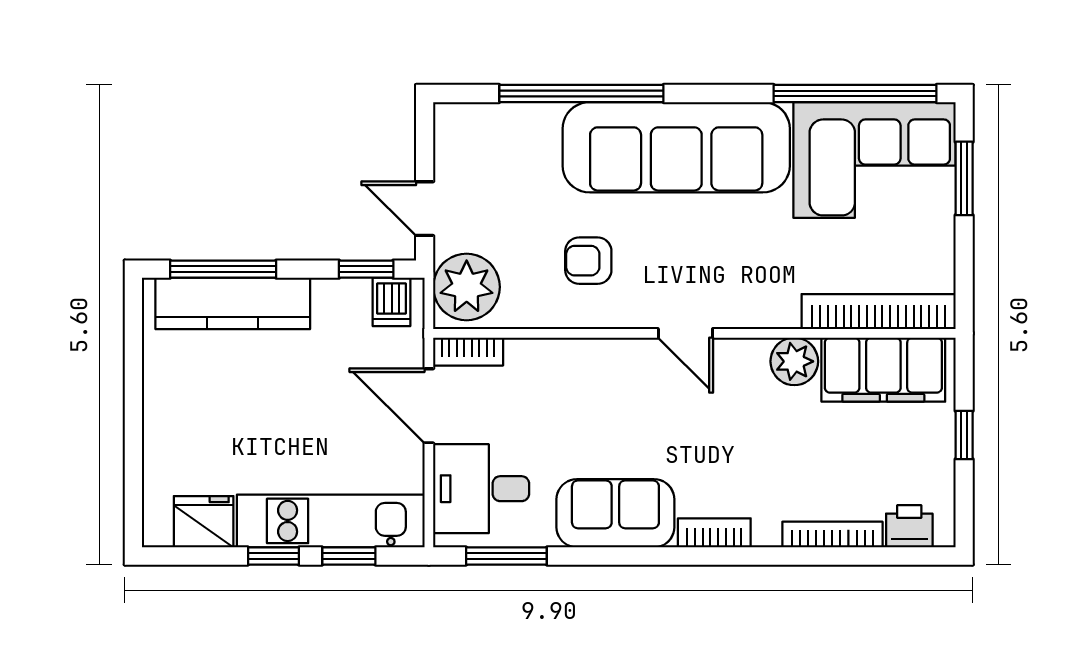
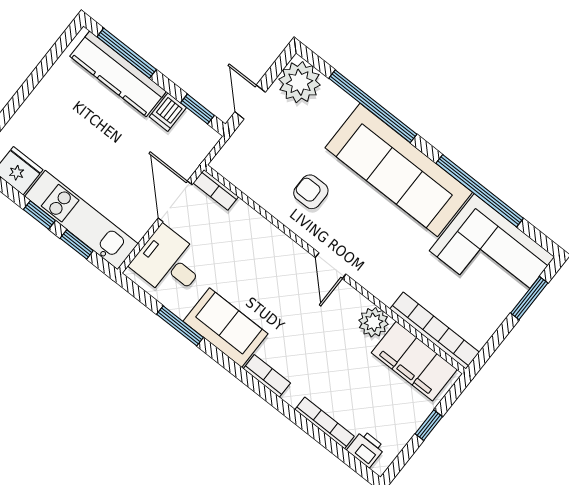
window: (855, 94) -> (480, 191), moved
plant: (467, 287) -> (300, 82), moved
dishwasher: (392, 302) -> (168, 112), moved
window: (506, 556) -> (180, 326), moved

